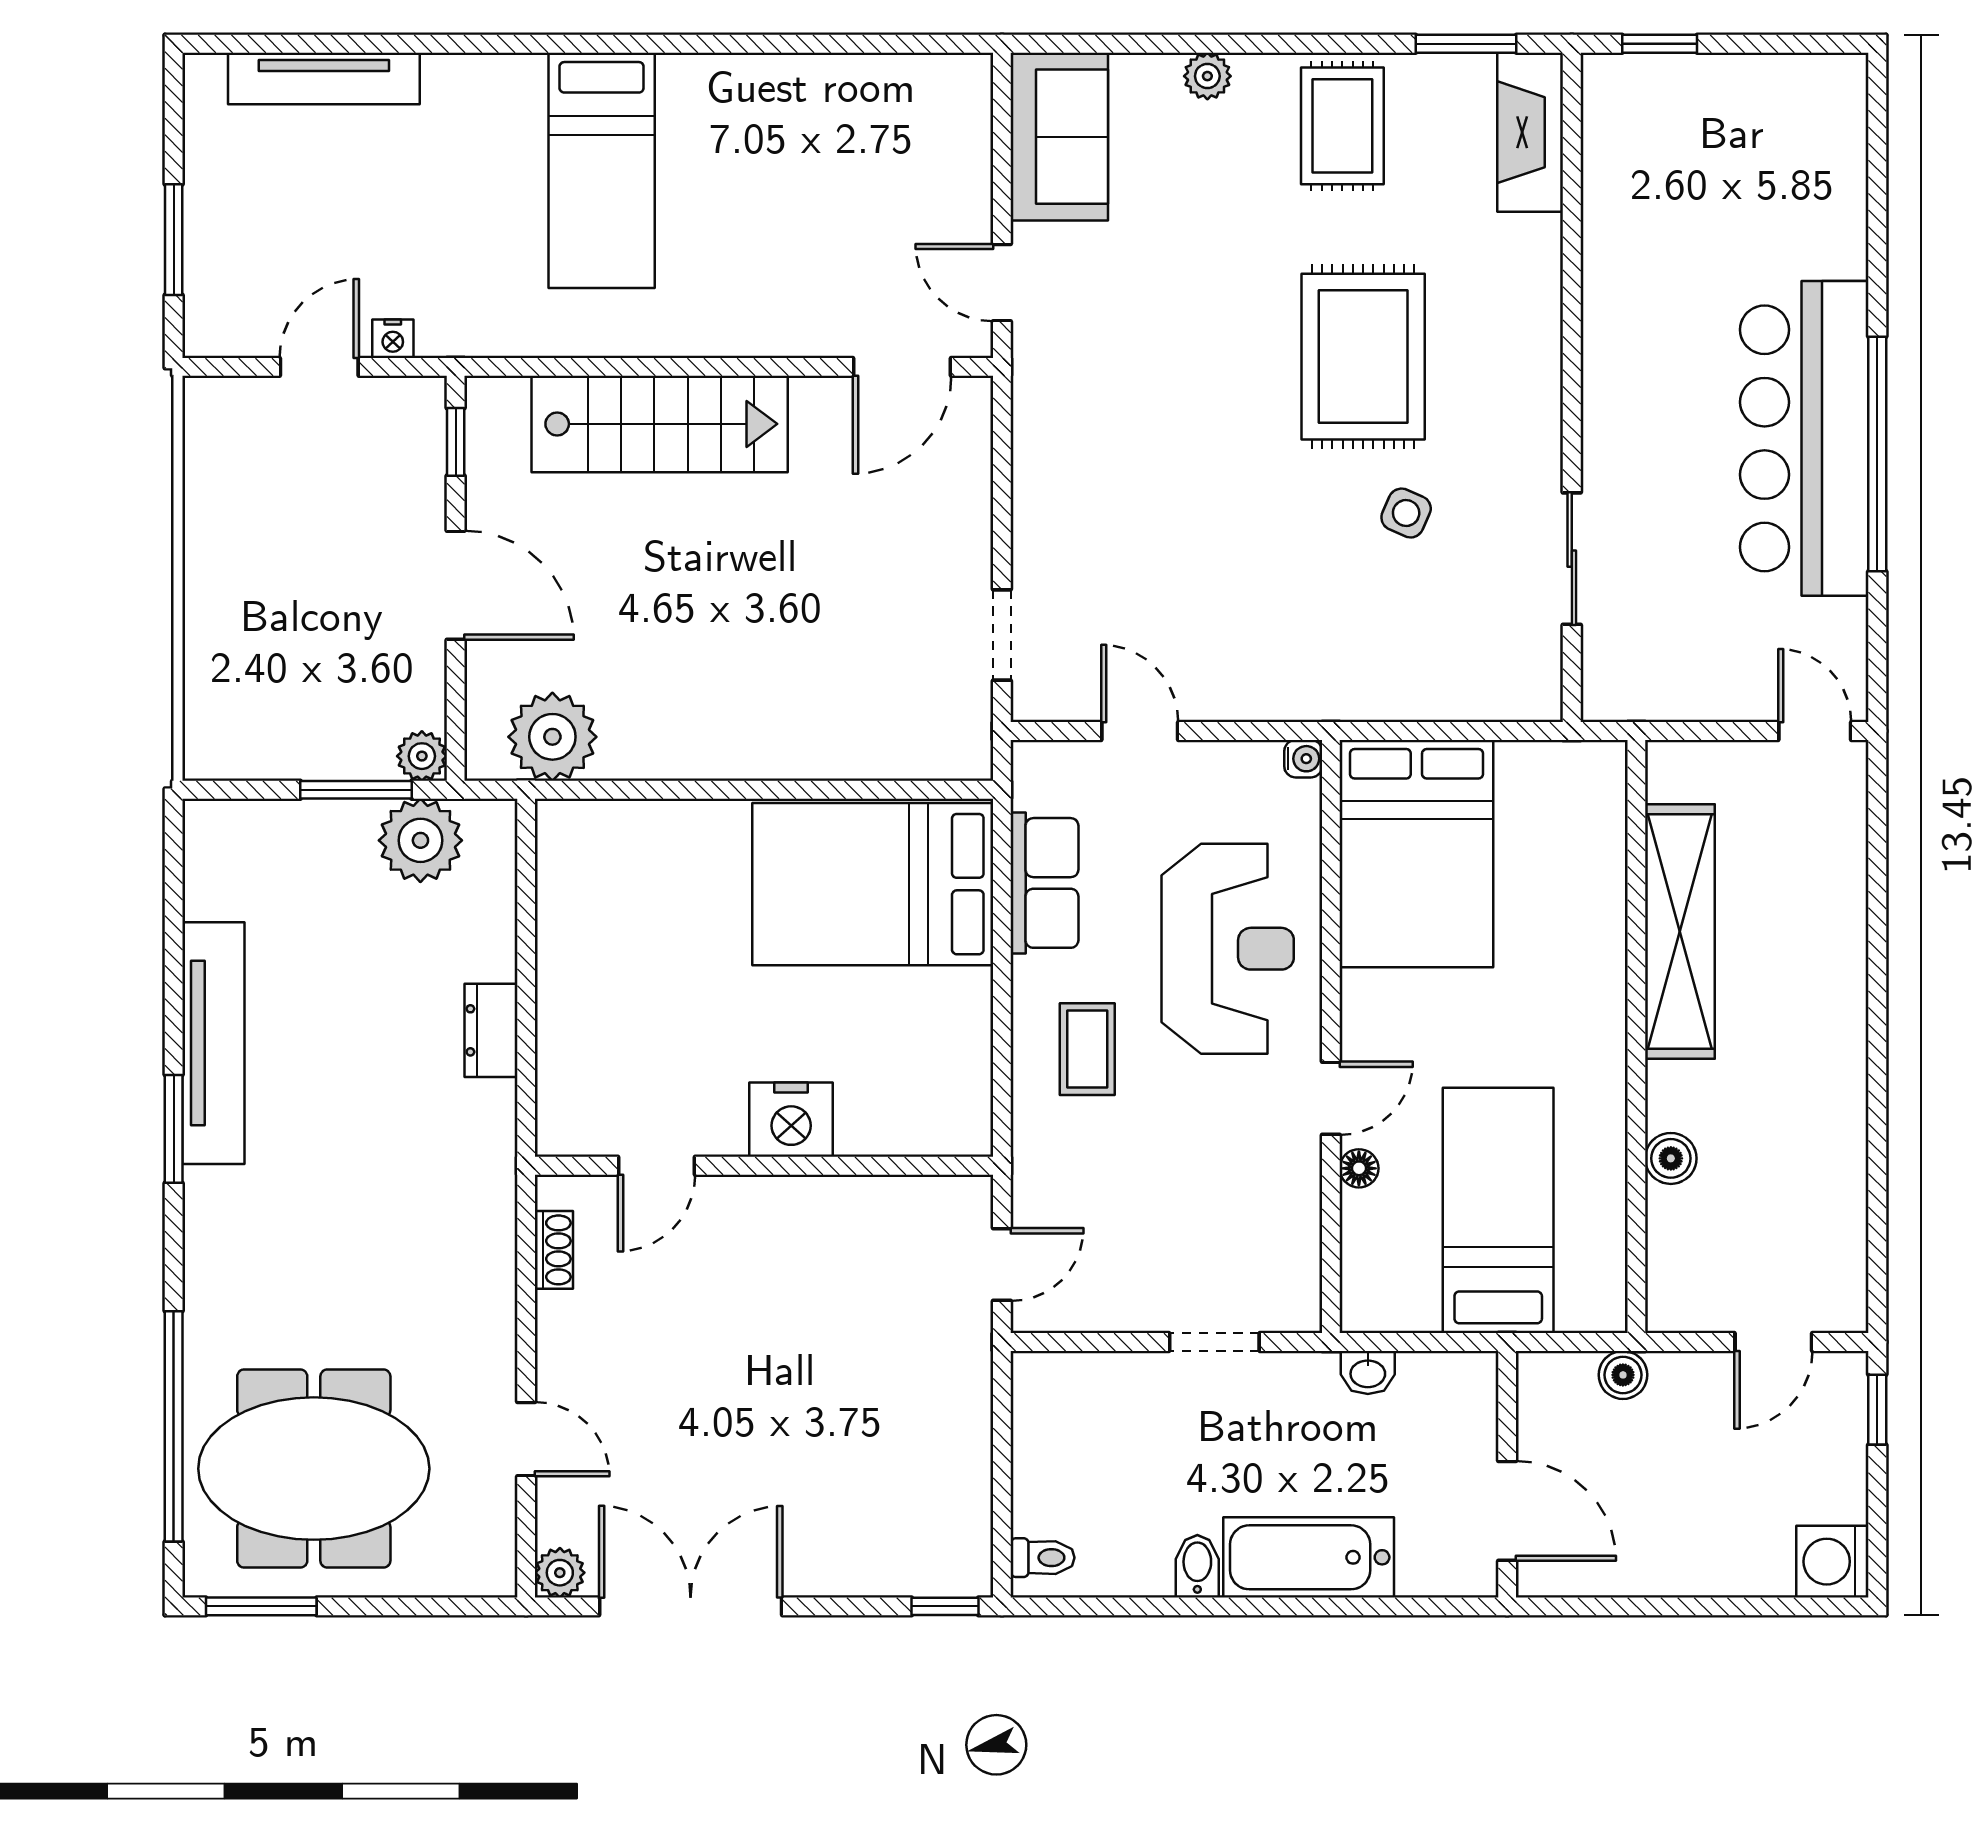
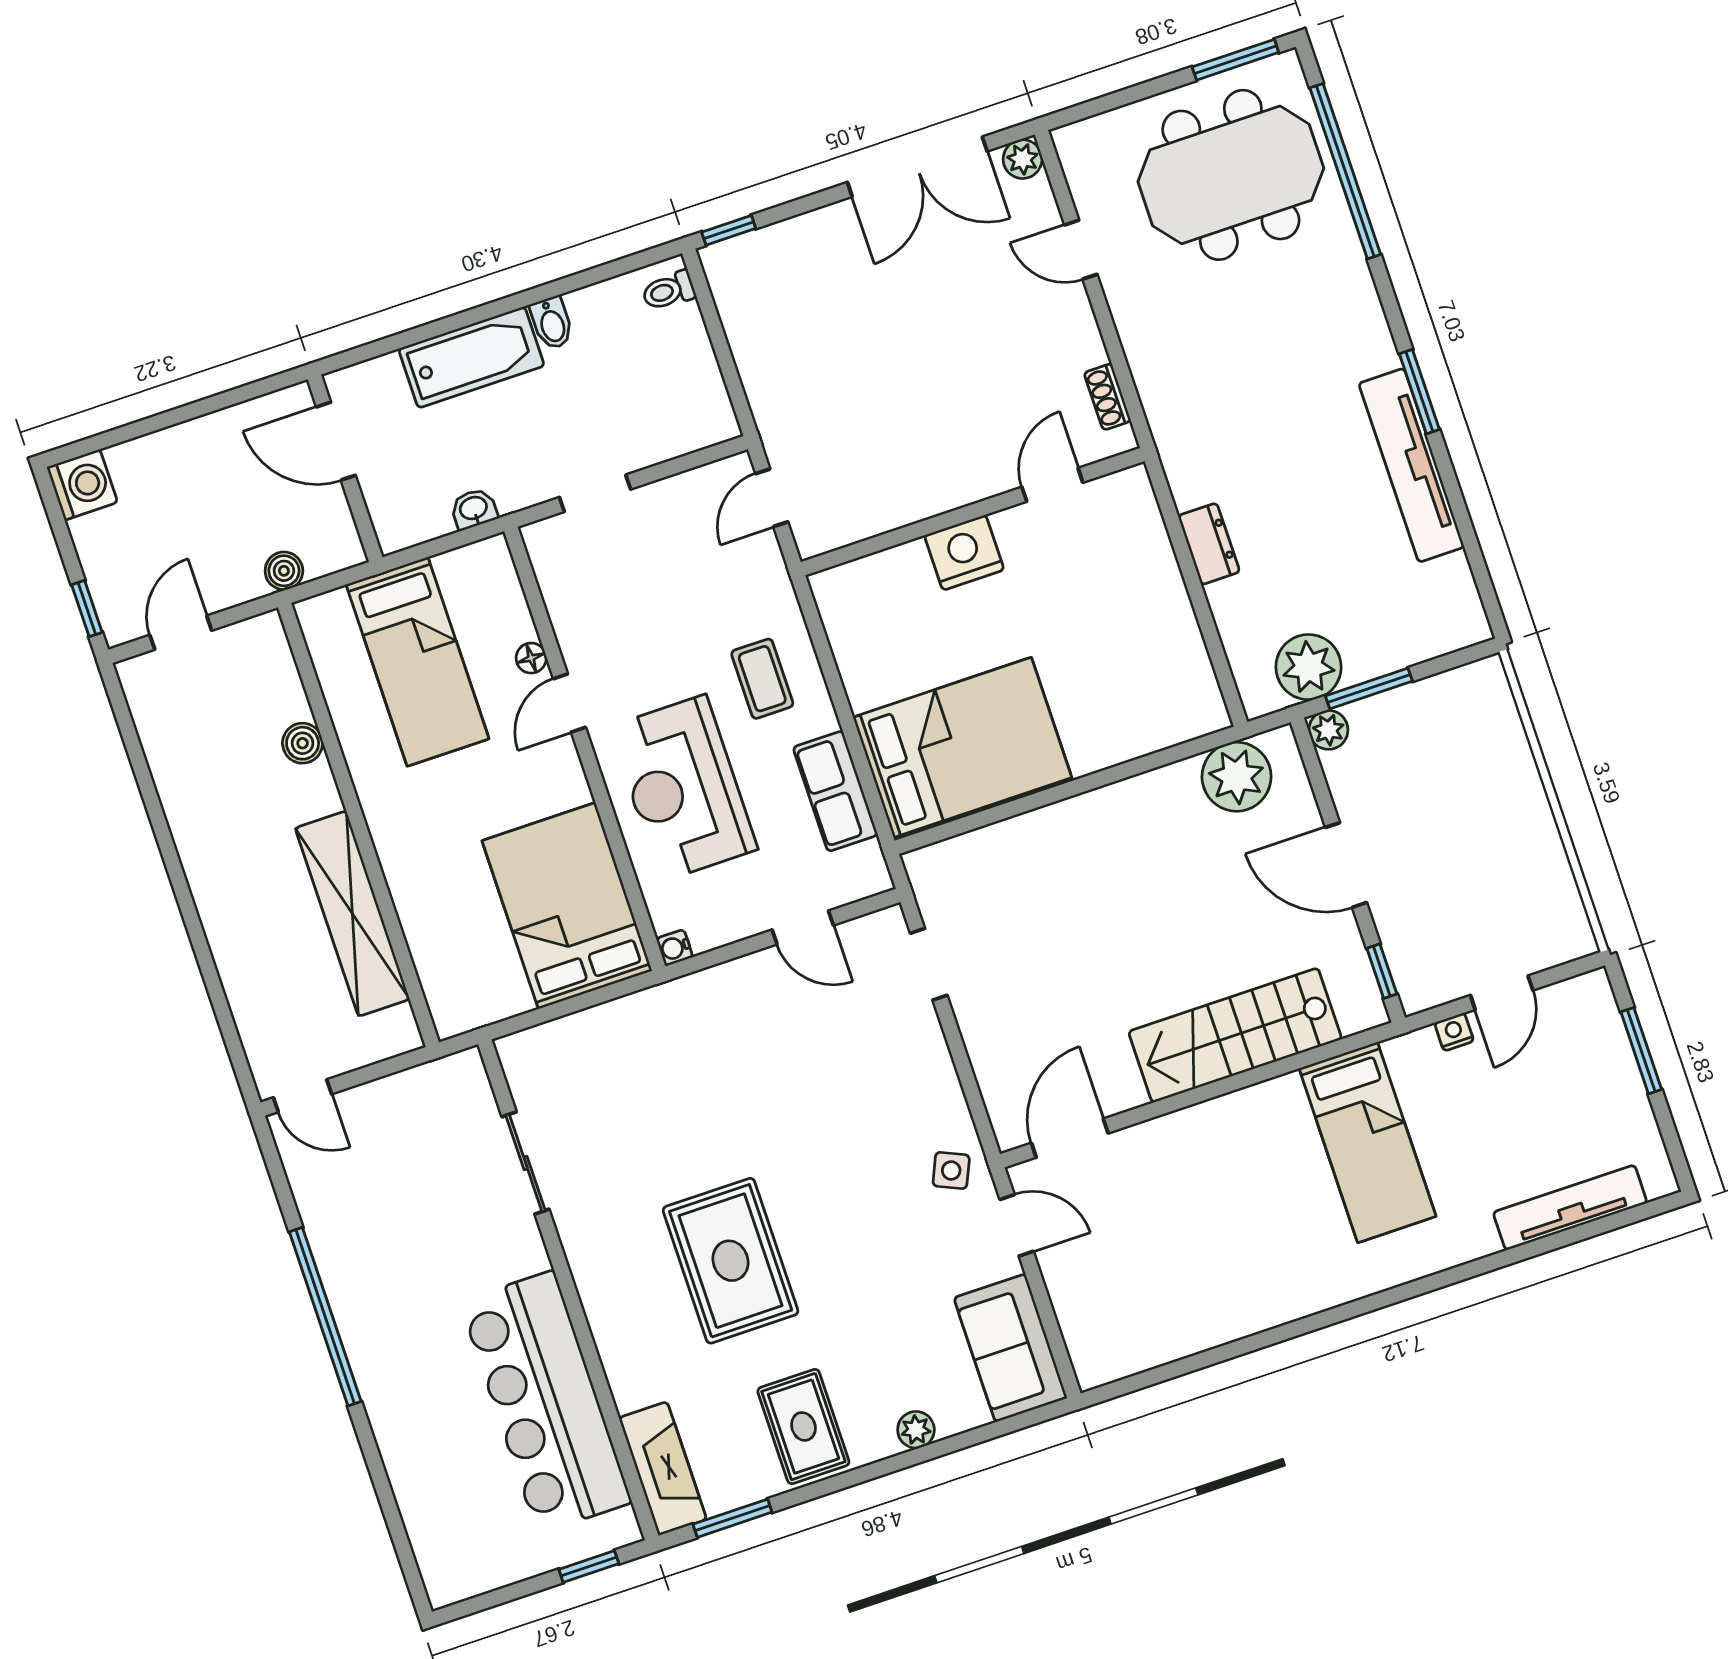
bed: (602, 170) -> (1368, 1142), moved, turned 180
bar counter: (1804, 438) -> (546, 1402), moved, turned 180
side table: (1406, 513) -> (951, 1170), moved

